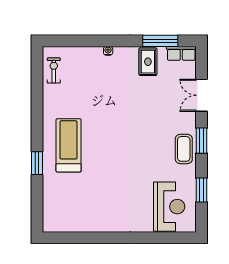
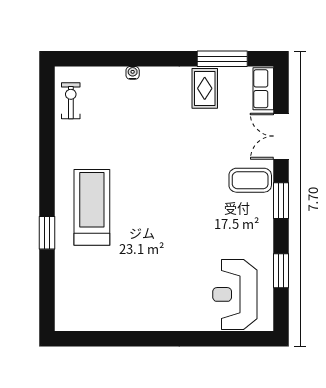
water cooler: (108, 51) -> (133, 73), moved
row of seats: (181, 53) -> (263, 89), moved, turned 90
coffee table: (184, 149) -> (250, 180), moved, turned 90
reception desk: (169, 207) -> (235, 294), turned 180

